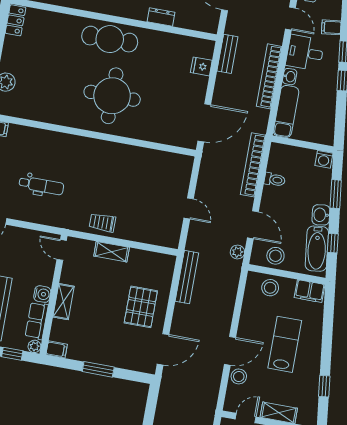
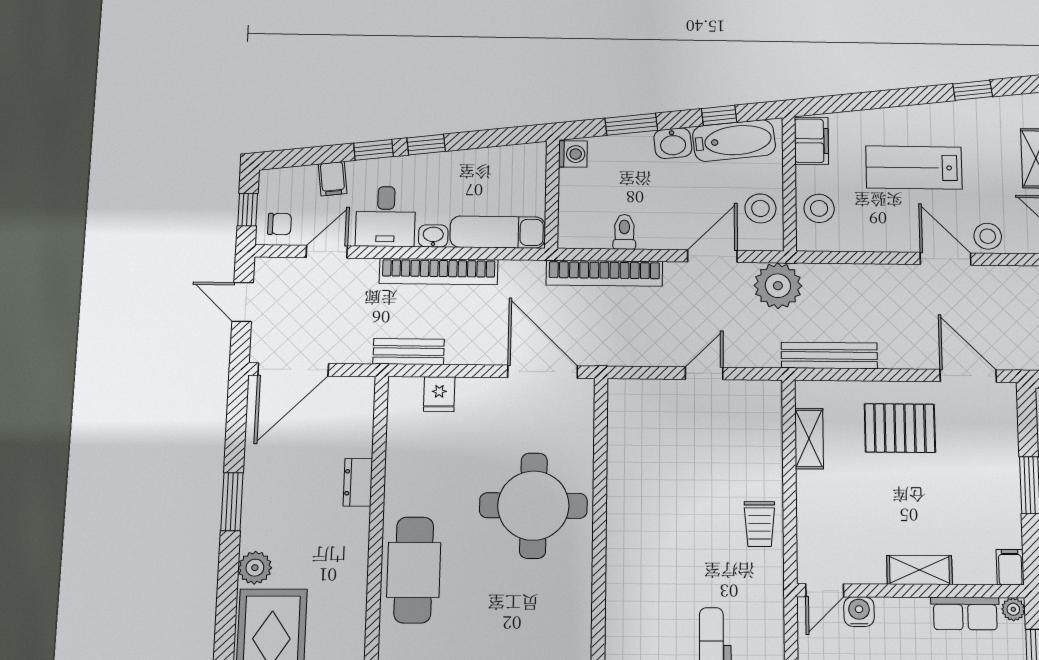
round table: (112, 96) -> (533, 506), moved
shelving: (112, 252) -> (809, 438), moved
plant: (237, 252) -> (778, 286), width x1.87, depth x1.87
water cooler: (42, 294) -> (859, 612), moved

